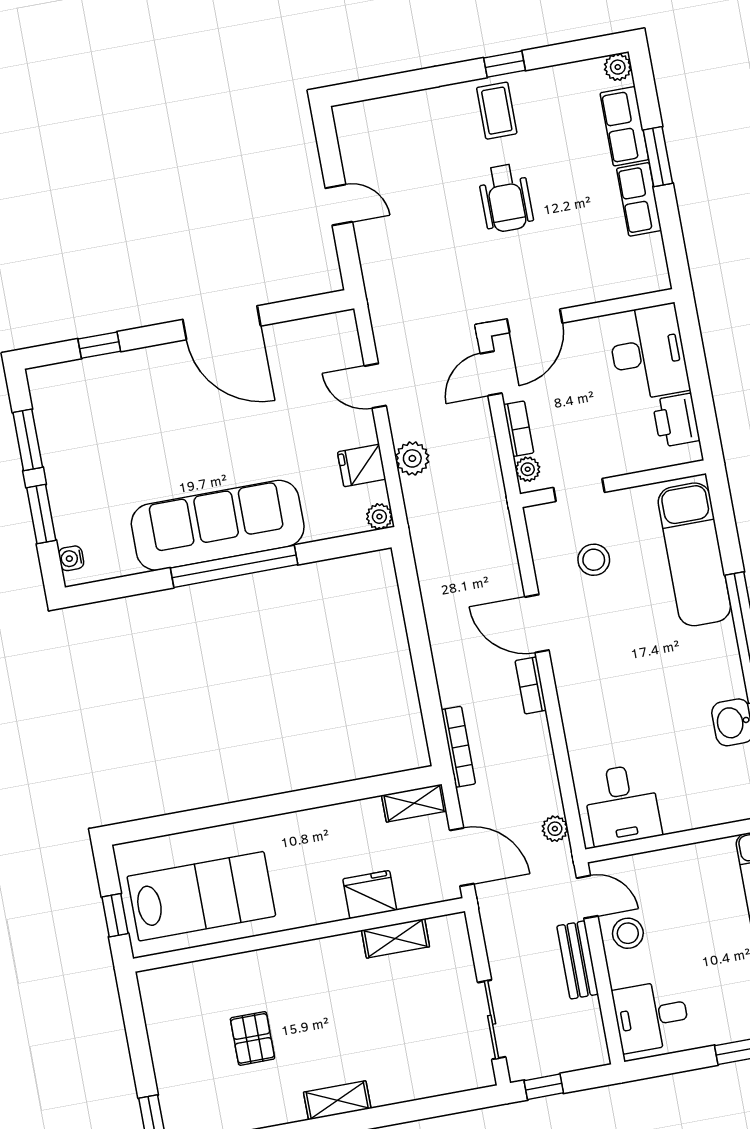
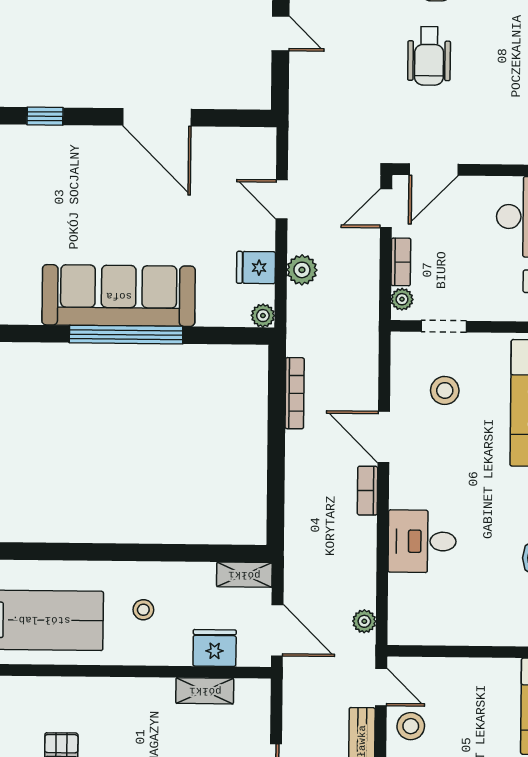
bookcase: (458, 747) -> (295, 393), moved
desk: (622, 805) -> (422, 541), moved, turned 90
stool: (311, 863) -> (143, 610), added
fridge: (370, 895) -> (215, 648), moved

